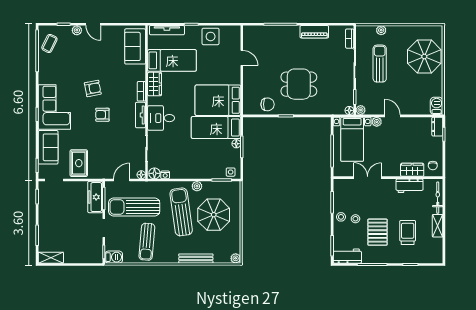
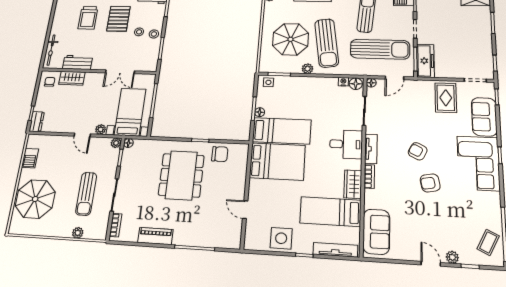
dining table: (299, 84) -> (181, 175), width x1.38
chair: (268, 104) -> (220, 154), turned 180
barbecue: (437, 106) -> (30, 158), moved
armchair: (102, 115) -> (418, 151), turned -153
shelving: (438, 226) -> (57, 23), removed

